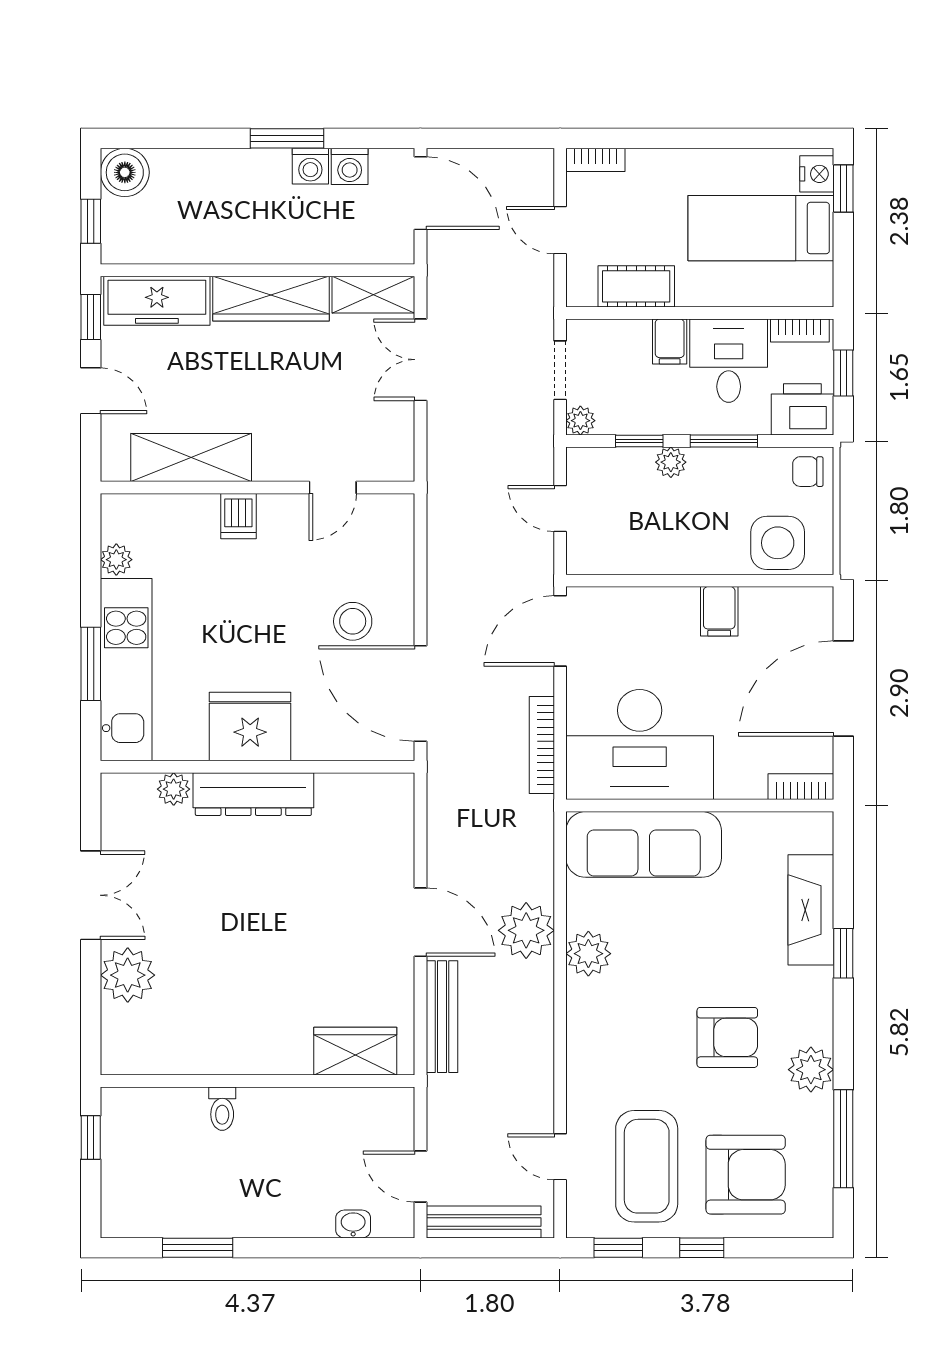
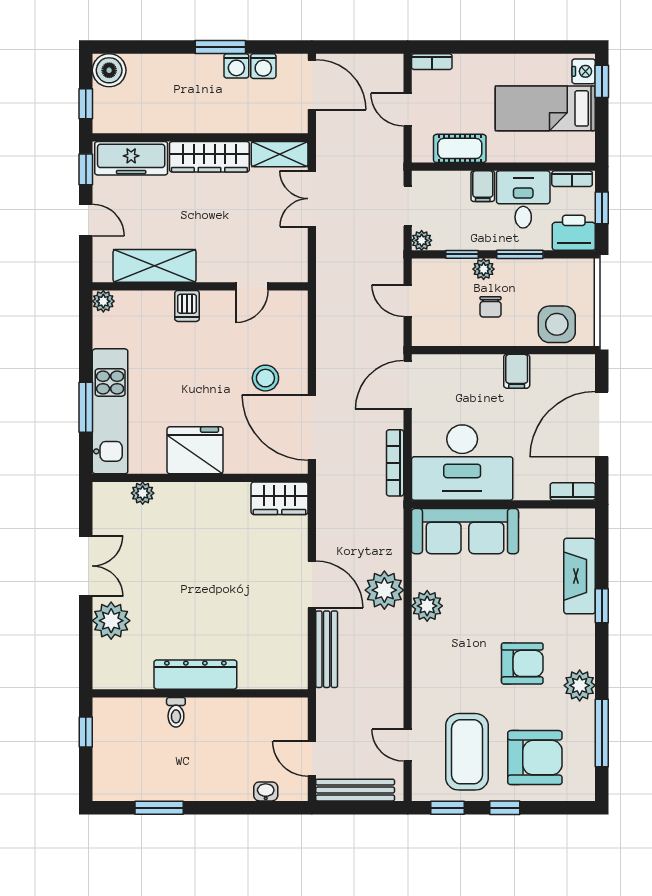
chair: (808, 472) -> (491, 307), moved, turned -90
plant: (116, 560) -> (103, 301), moved
dresser: (253, 794) -> (195, 675), moved, turned 180
wardrobe: (355, 1051) -> (280, 498), moved, turned 180

